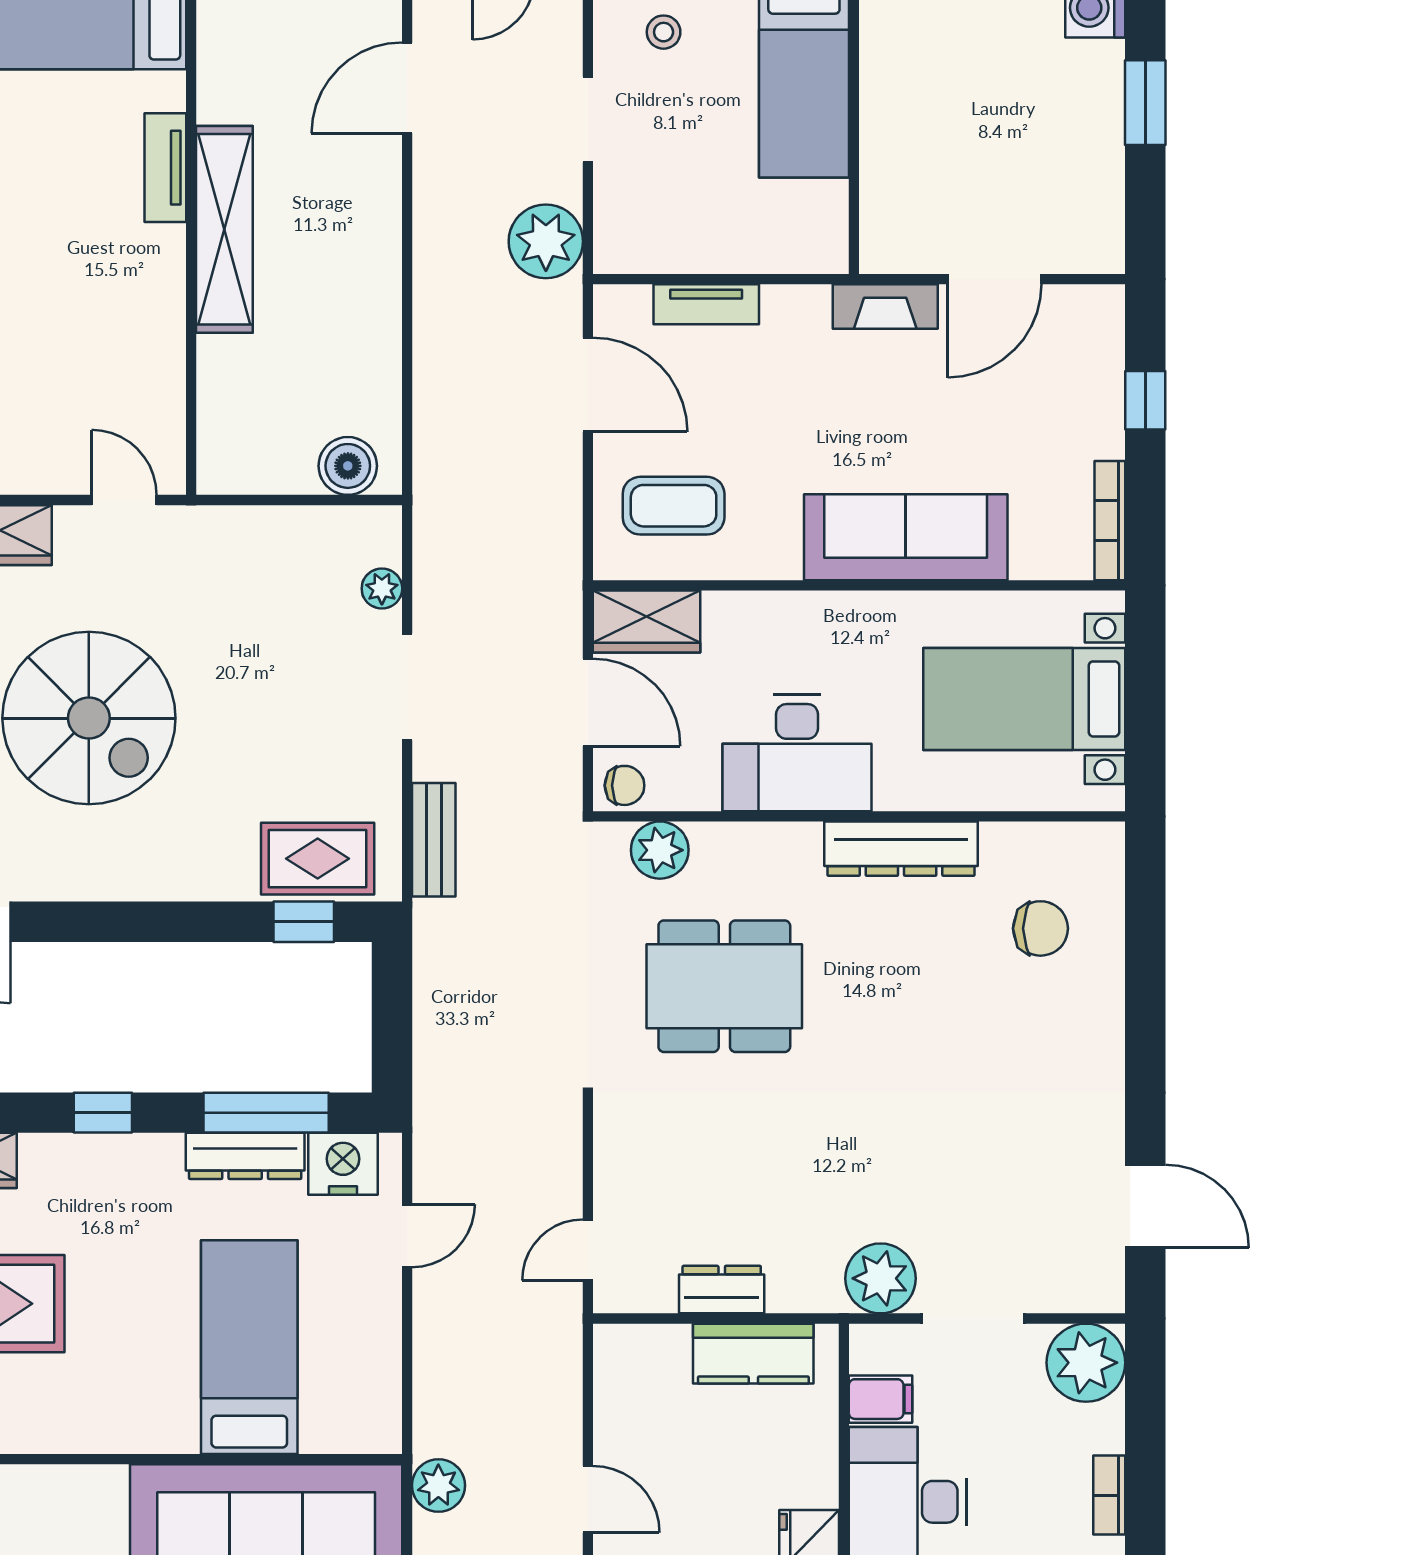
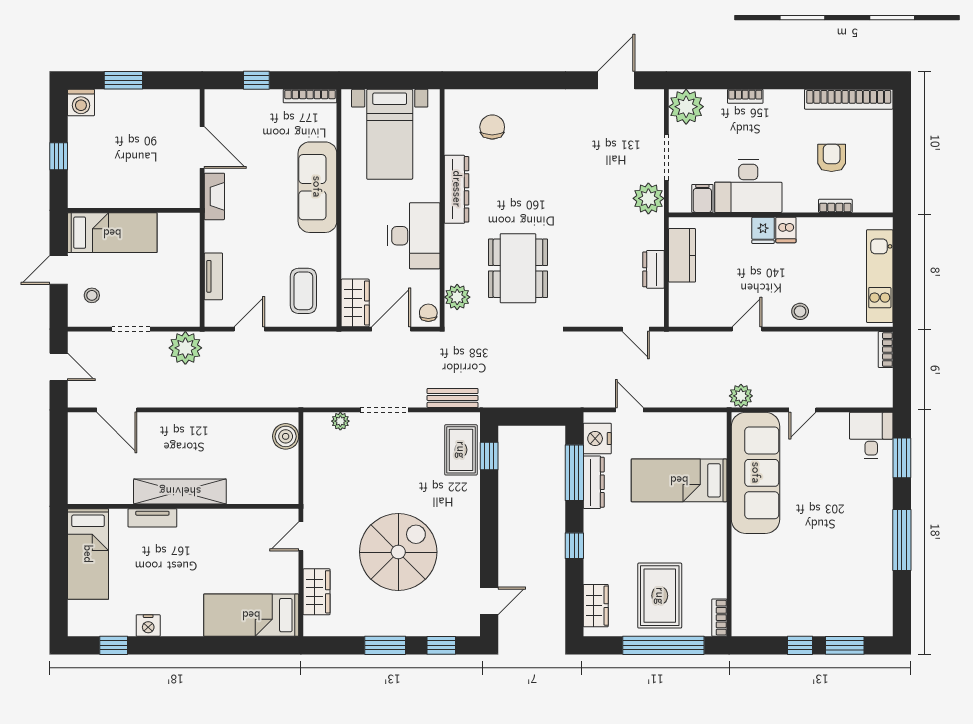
door: (588, 385) -> (249, 329), width x0.73

